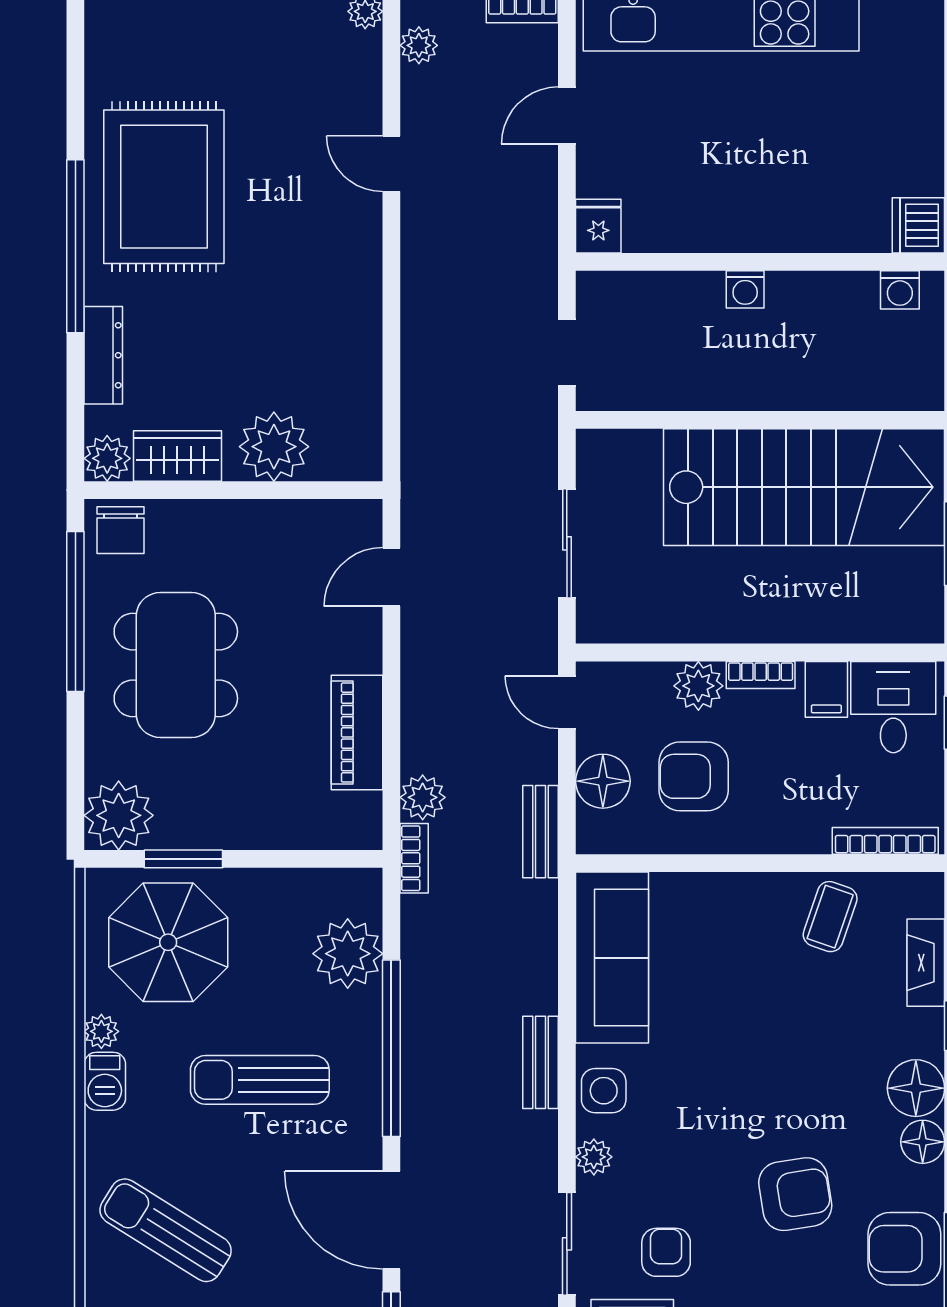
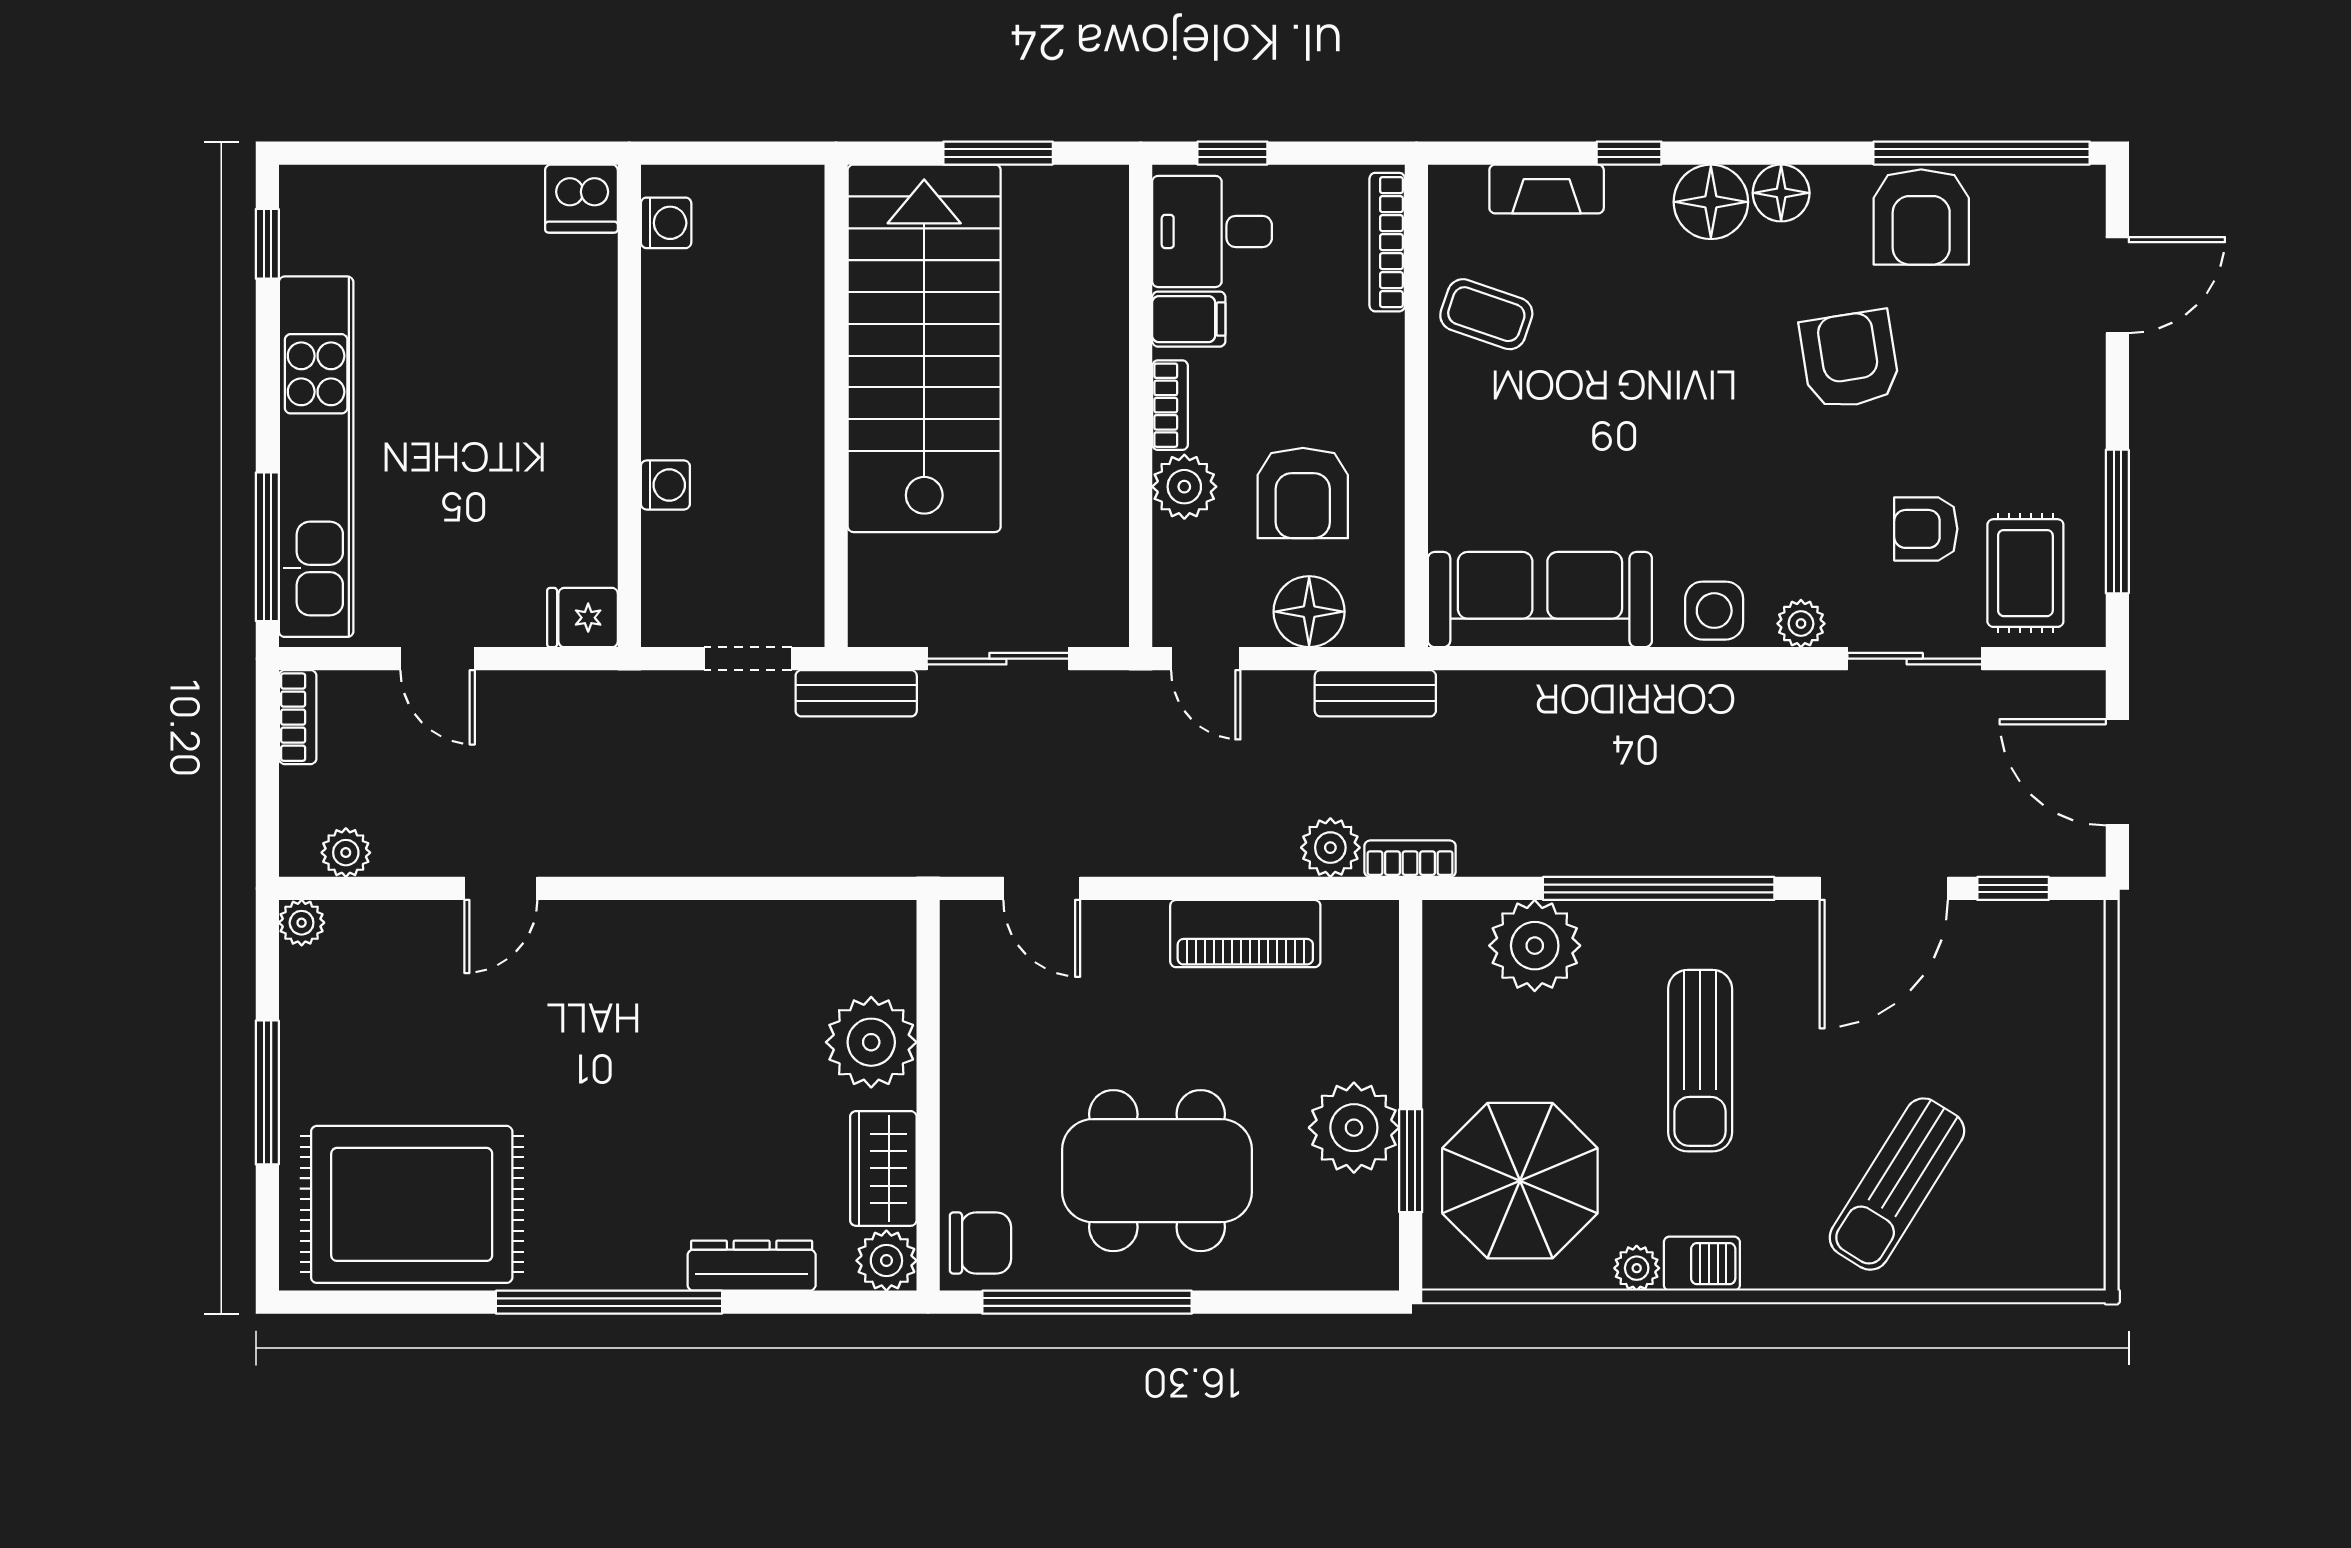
rug: (164, 187) -> (412, 1204), moved
washing machine: (745, 289) -> (665, 485), moved
door: (567, 702) -> (1206, 659), hinge flipped
plant: (119, 815) -> (1354, 1128), moved
bench: (540, 1062) -> (856, 693), moved

